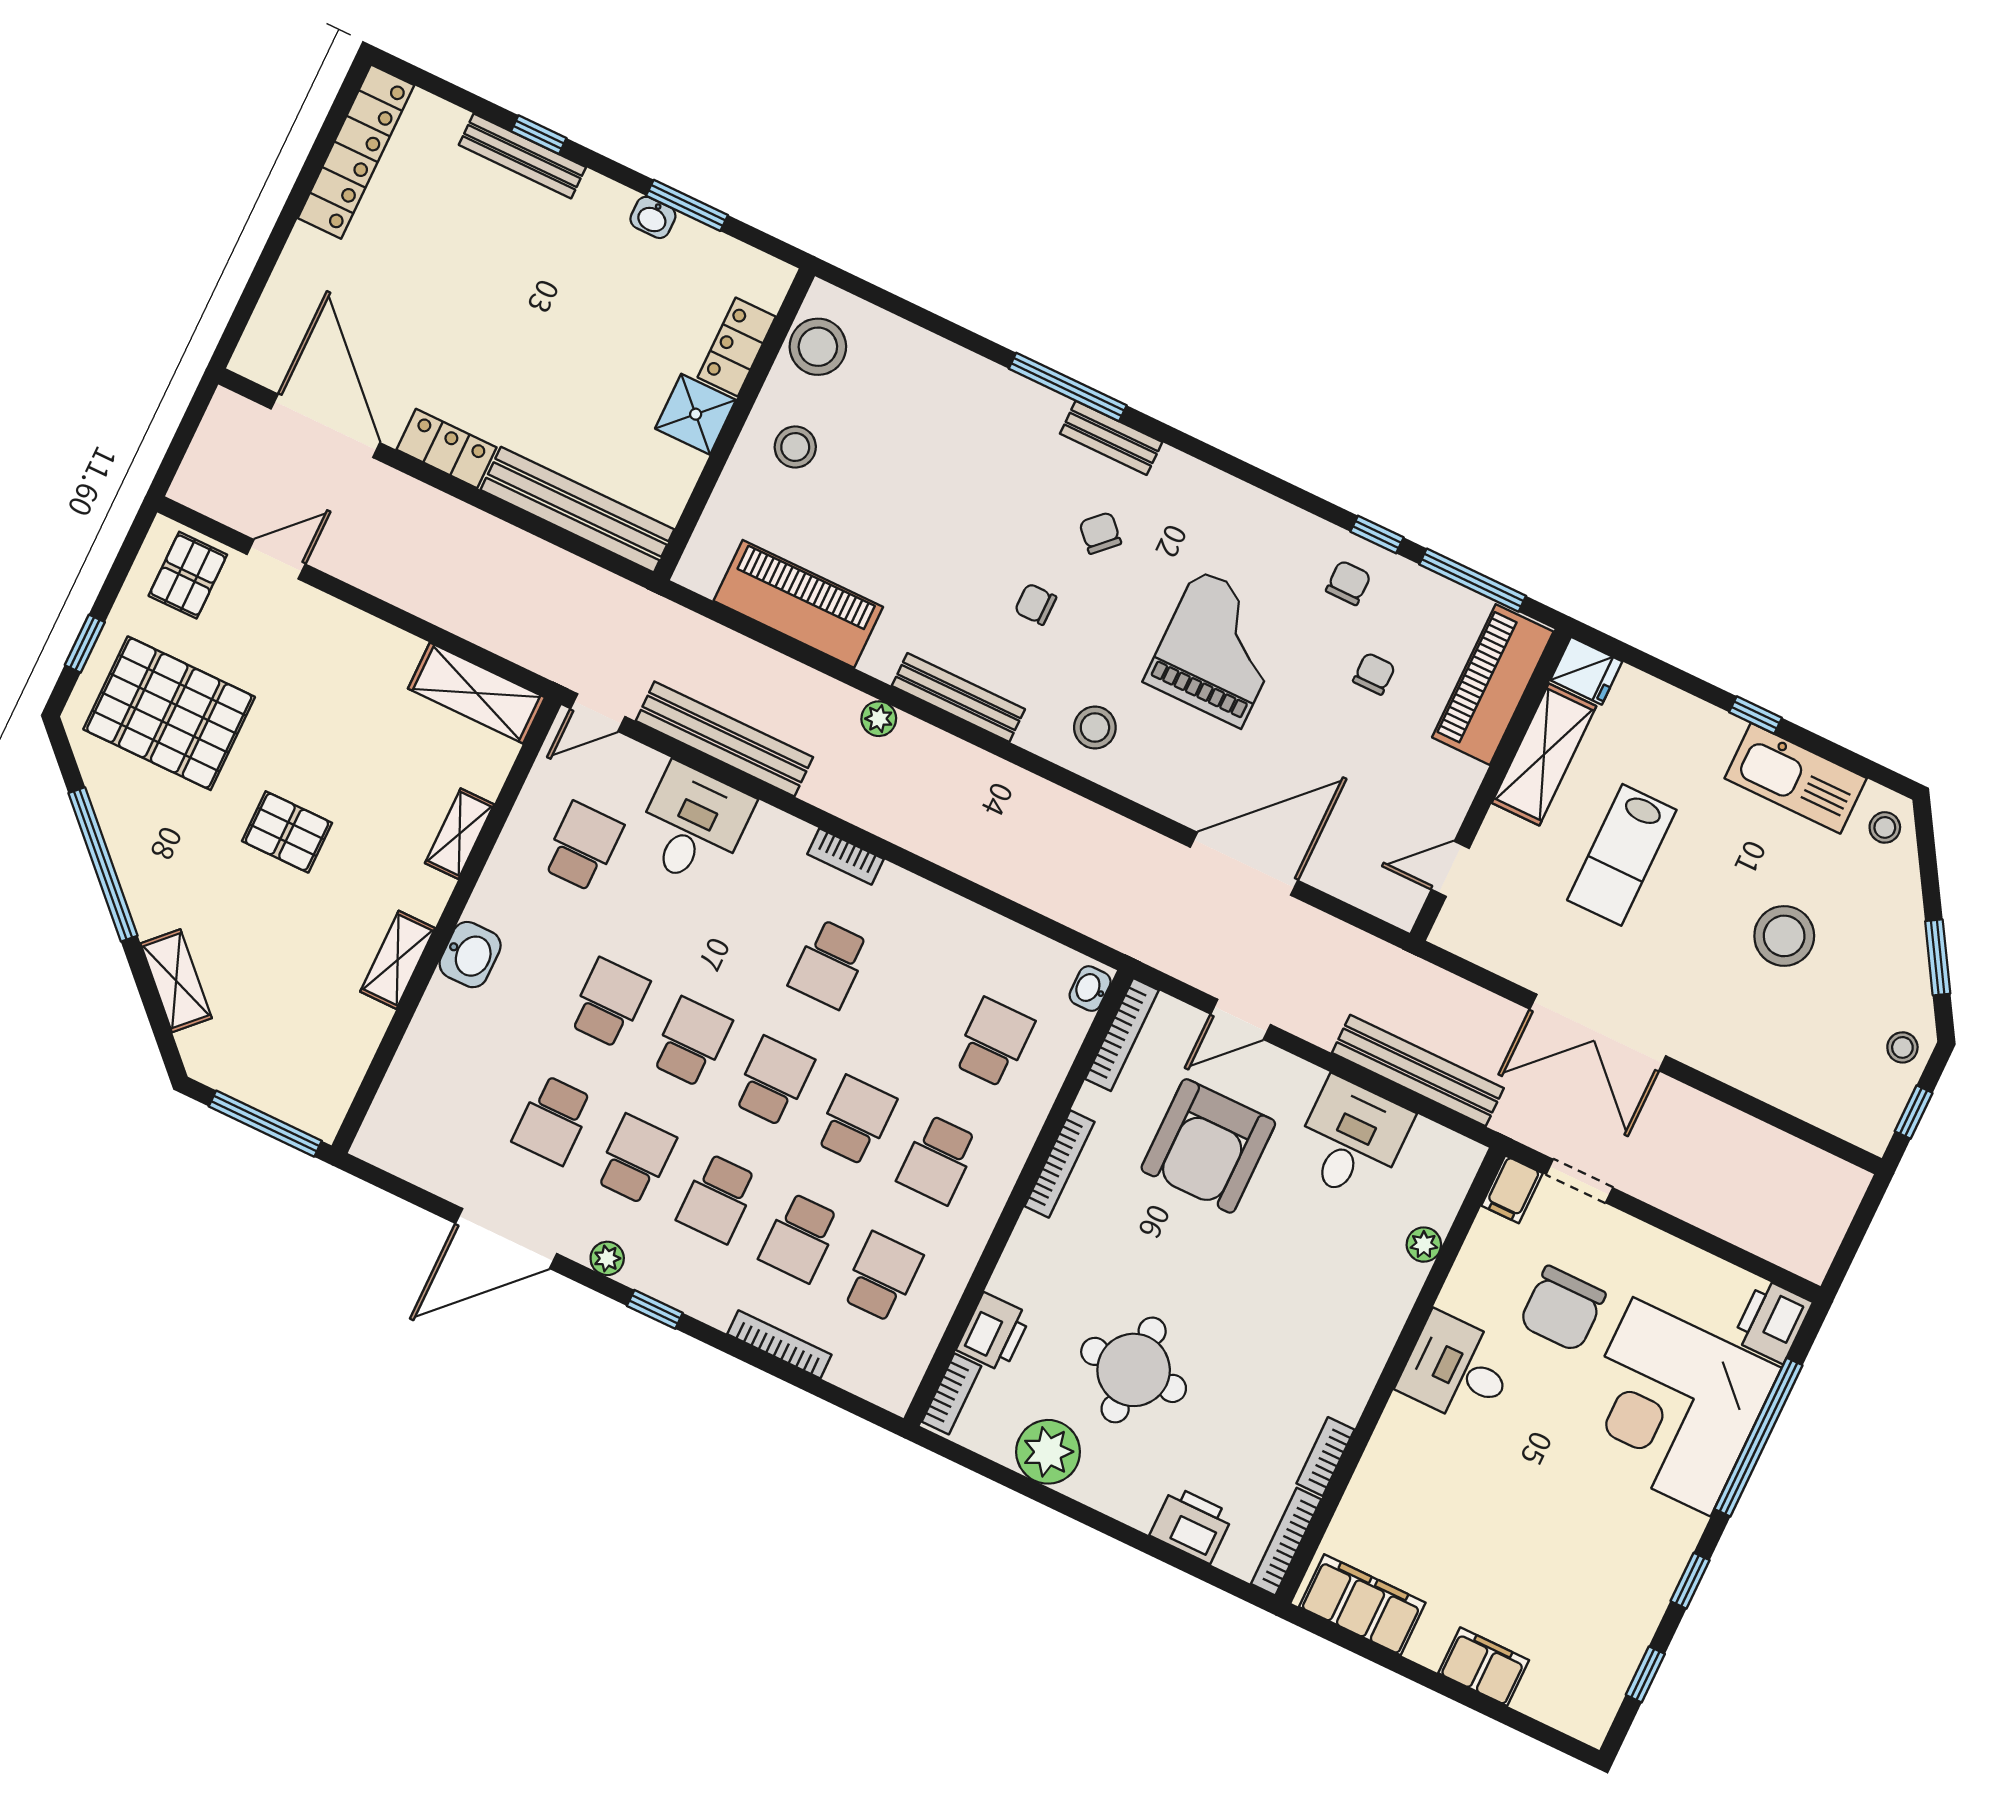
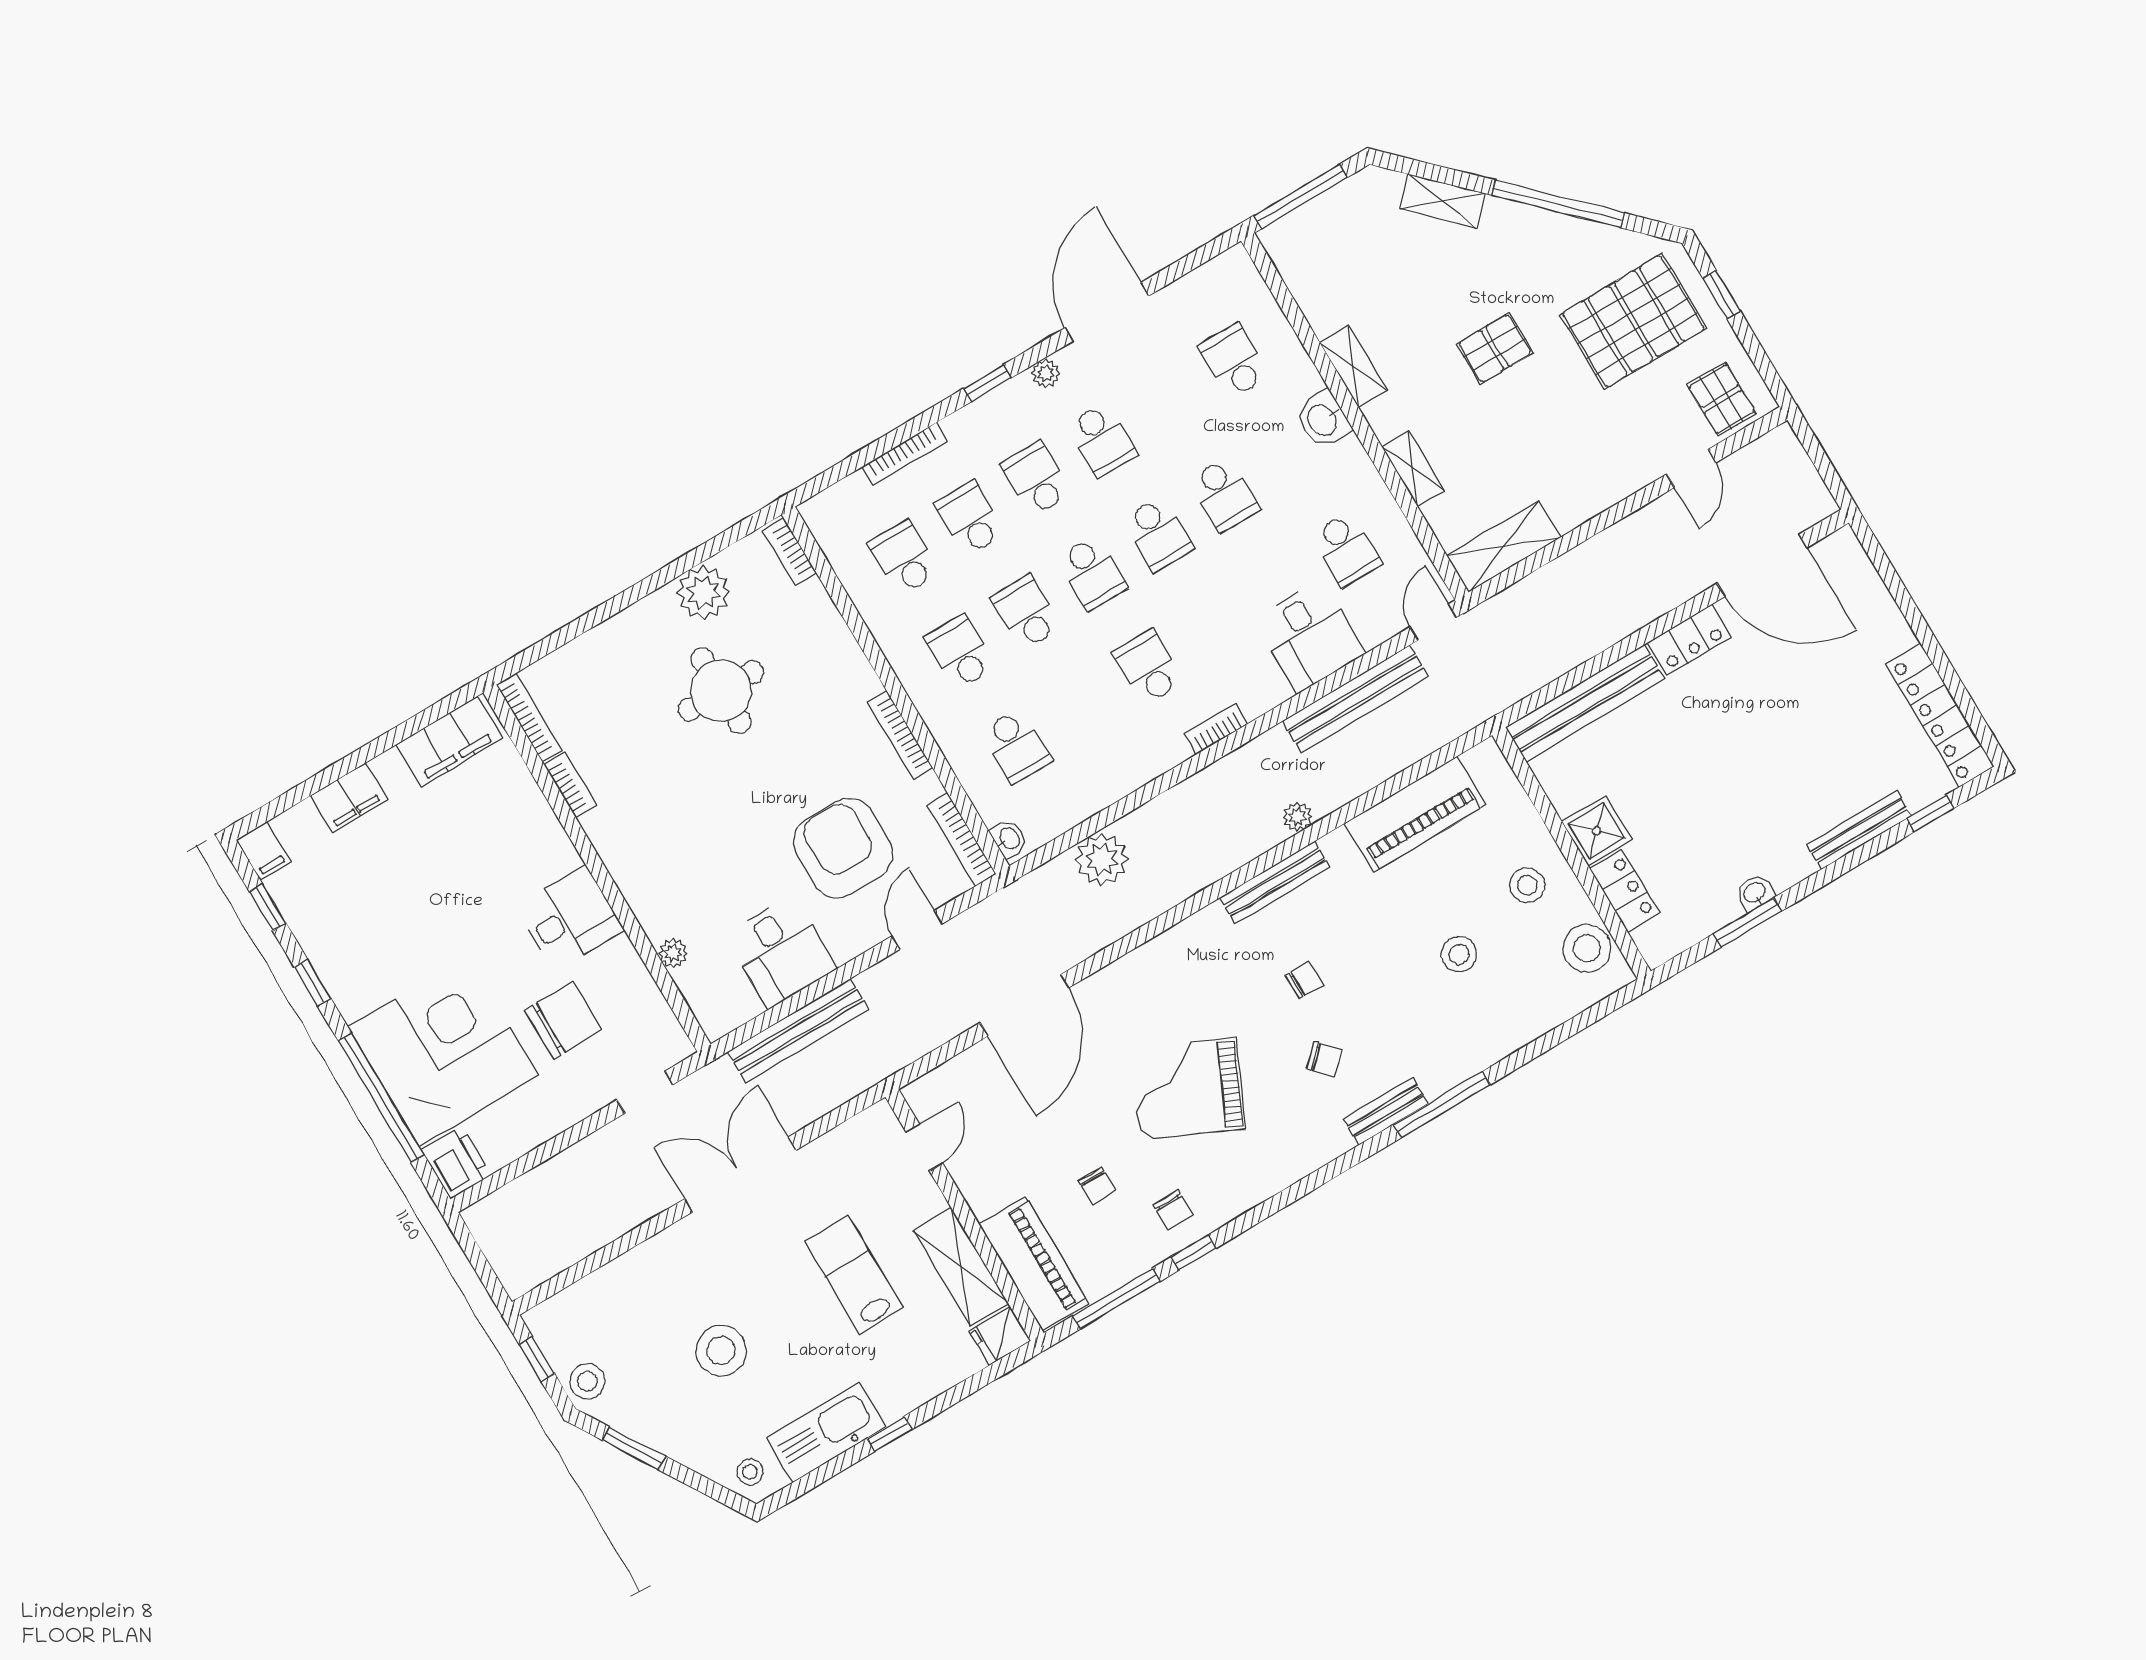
window: (539, 135) -> (1930, 813), moved
grand piano: (1219, 648) -> (1188, 1089), turned 115
stool: (1095, 727) -> (1459, 954), moved
plant: (1049, 883) -> (1102, 859), added
stool: (1902, 1047) -> (587, 1381), width x1.37, depth x1.37
school desk: (553, 1120) -> (1234, 361), moved
school desk: (856, 1120) -> (1026, 612), turned 180
filing cabinet: (1512, 1189) -> (264, 851), moved, turned 180
school desk: (882, 1277) -> (904, 558), turned 180
chair: (1562, 1309) -> (563, 1020), turned 90
printer: (994, 1332) -> (813, 610), removed
printer: (1192, 1525) -> (585, 659), removed

